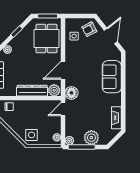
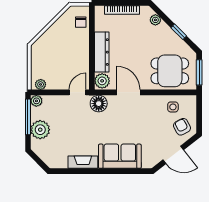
door: (63, 109) -> (78, 92), hinge flipped
fireplace: (116, 118) -> (83, 162), moved
side table: (32, 135) -> (44, 51), removed

